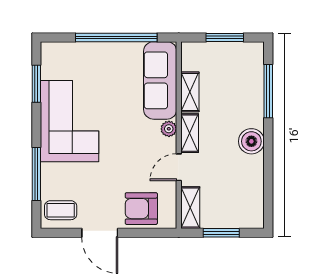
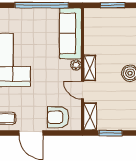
shelving: (190, 92) -> (90, 41), removed
door: (179, 167) -> (83, 90), hinge flipped

